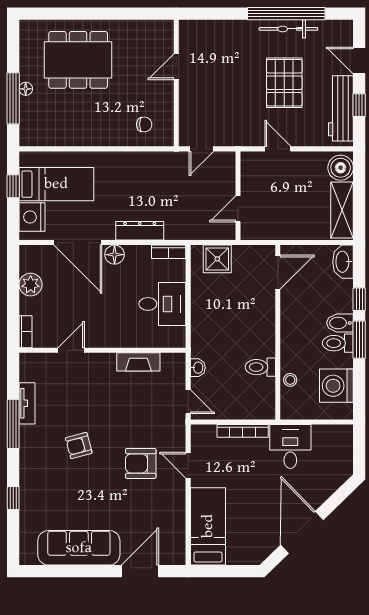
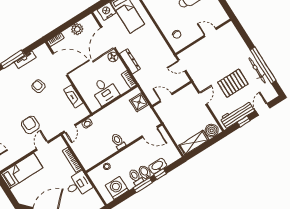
washbasin: (343, 262) -> (158, 166), moved
door: (71, 350) -> (60, 64), width x1.87
toilet: (260, 367) -> (118, 141), moved
armchair: (79, 445) -> (38, 86), moved

